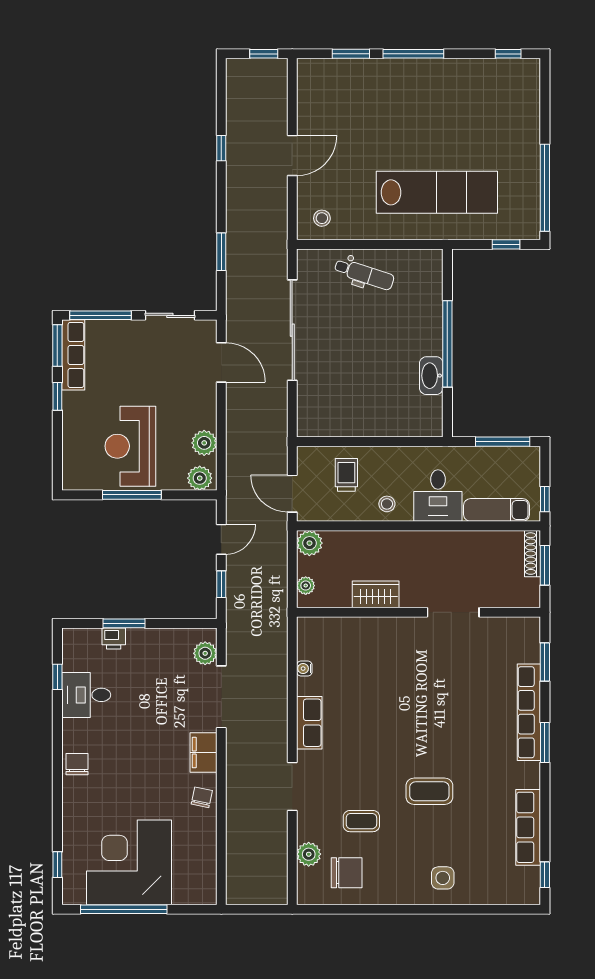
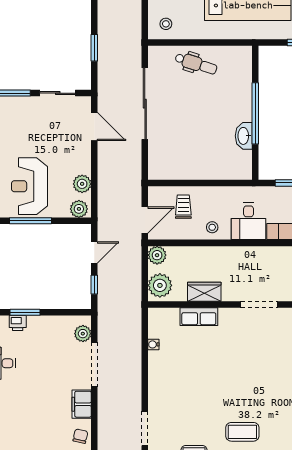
door: (292, 494) -> (145, 220), swing flipped
plant: (306, 586) -> (160, 285), width x1.87, depth x1.87
row of seats: (309, 723) -> (199, 317), moved, turned 90

